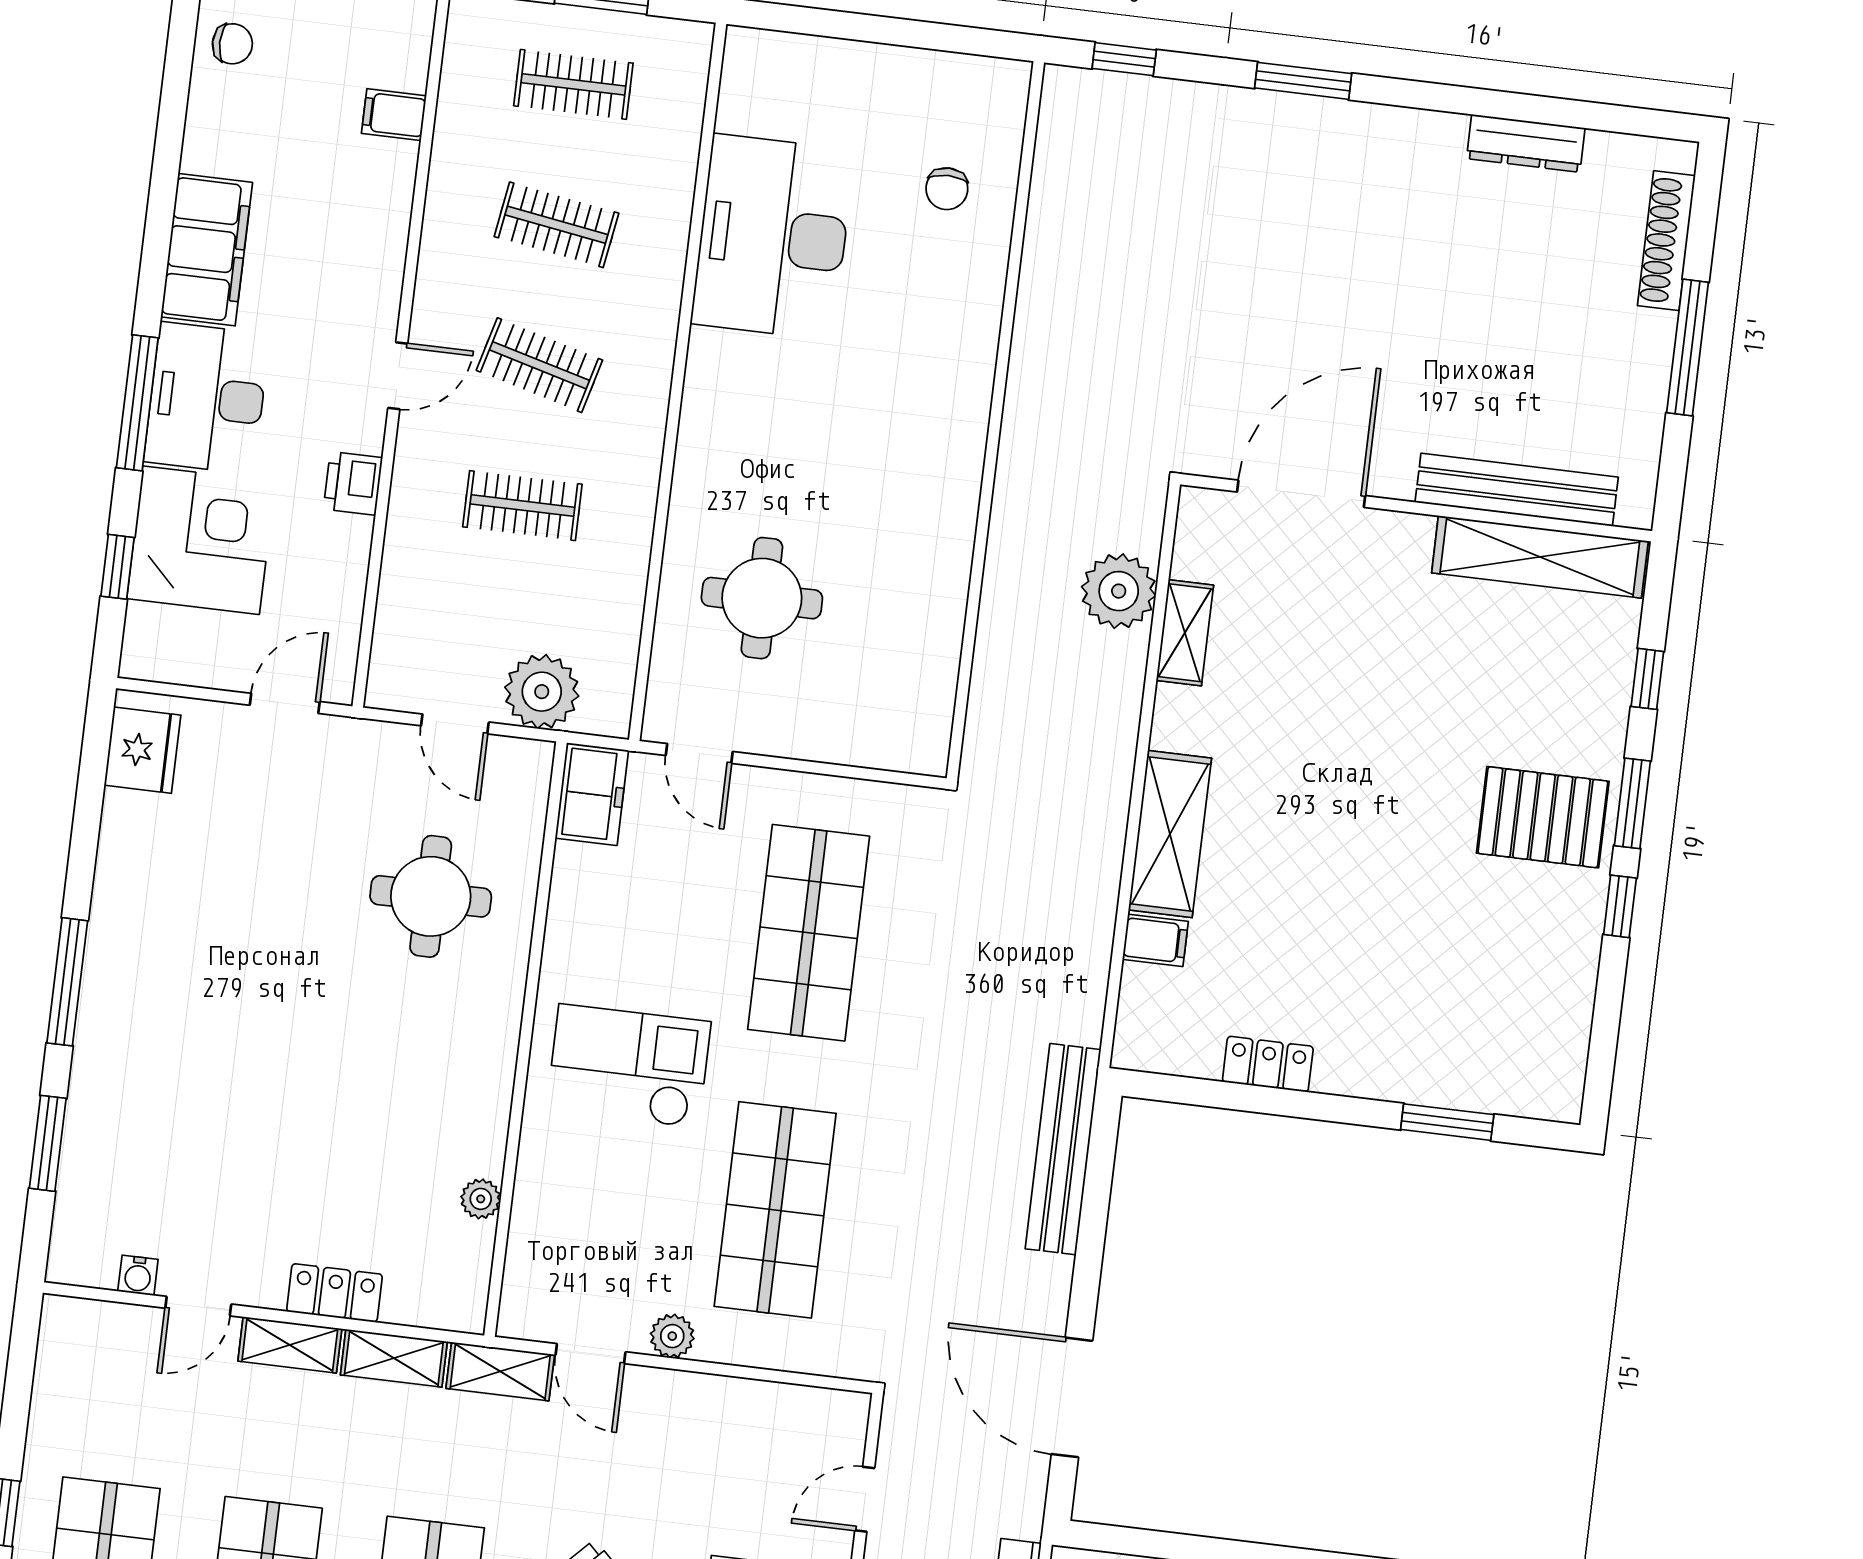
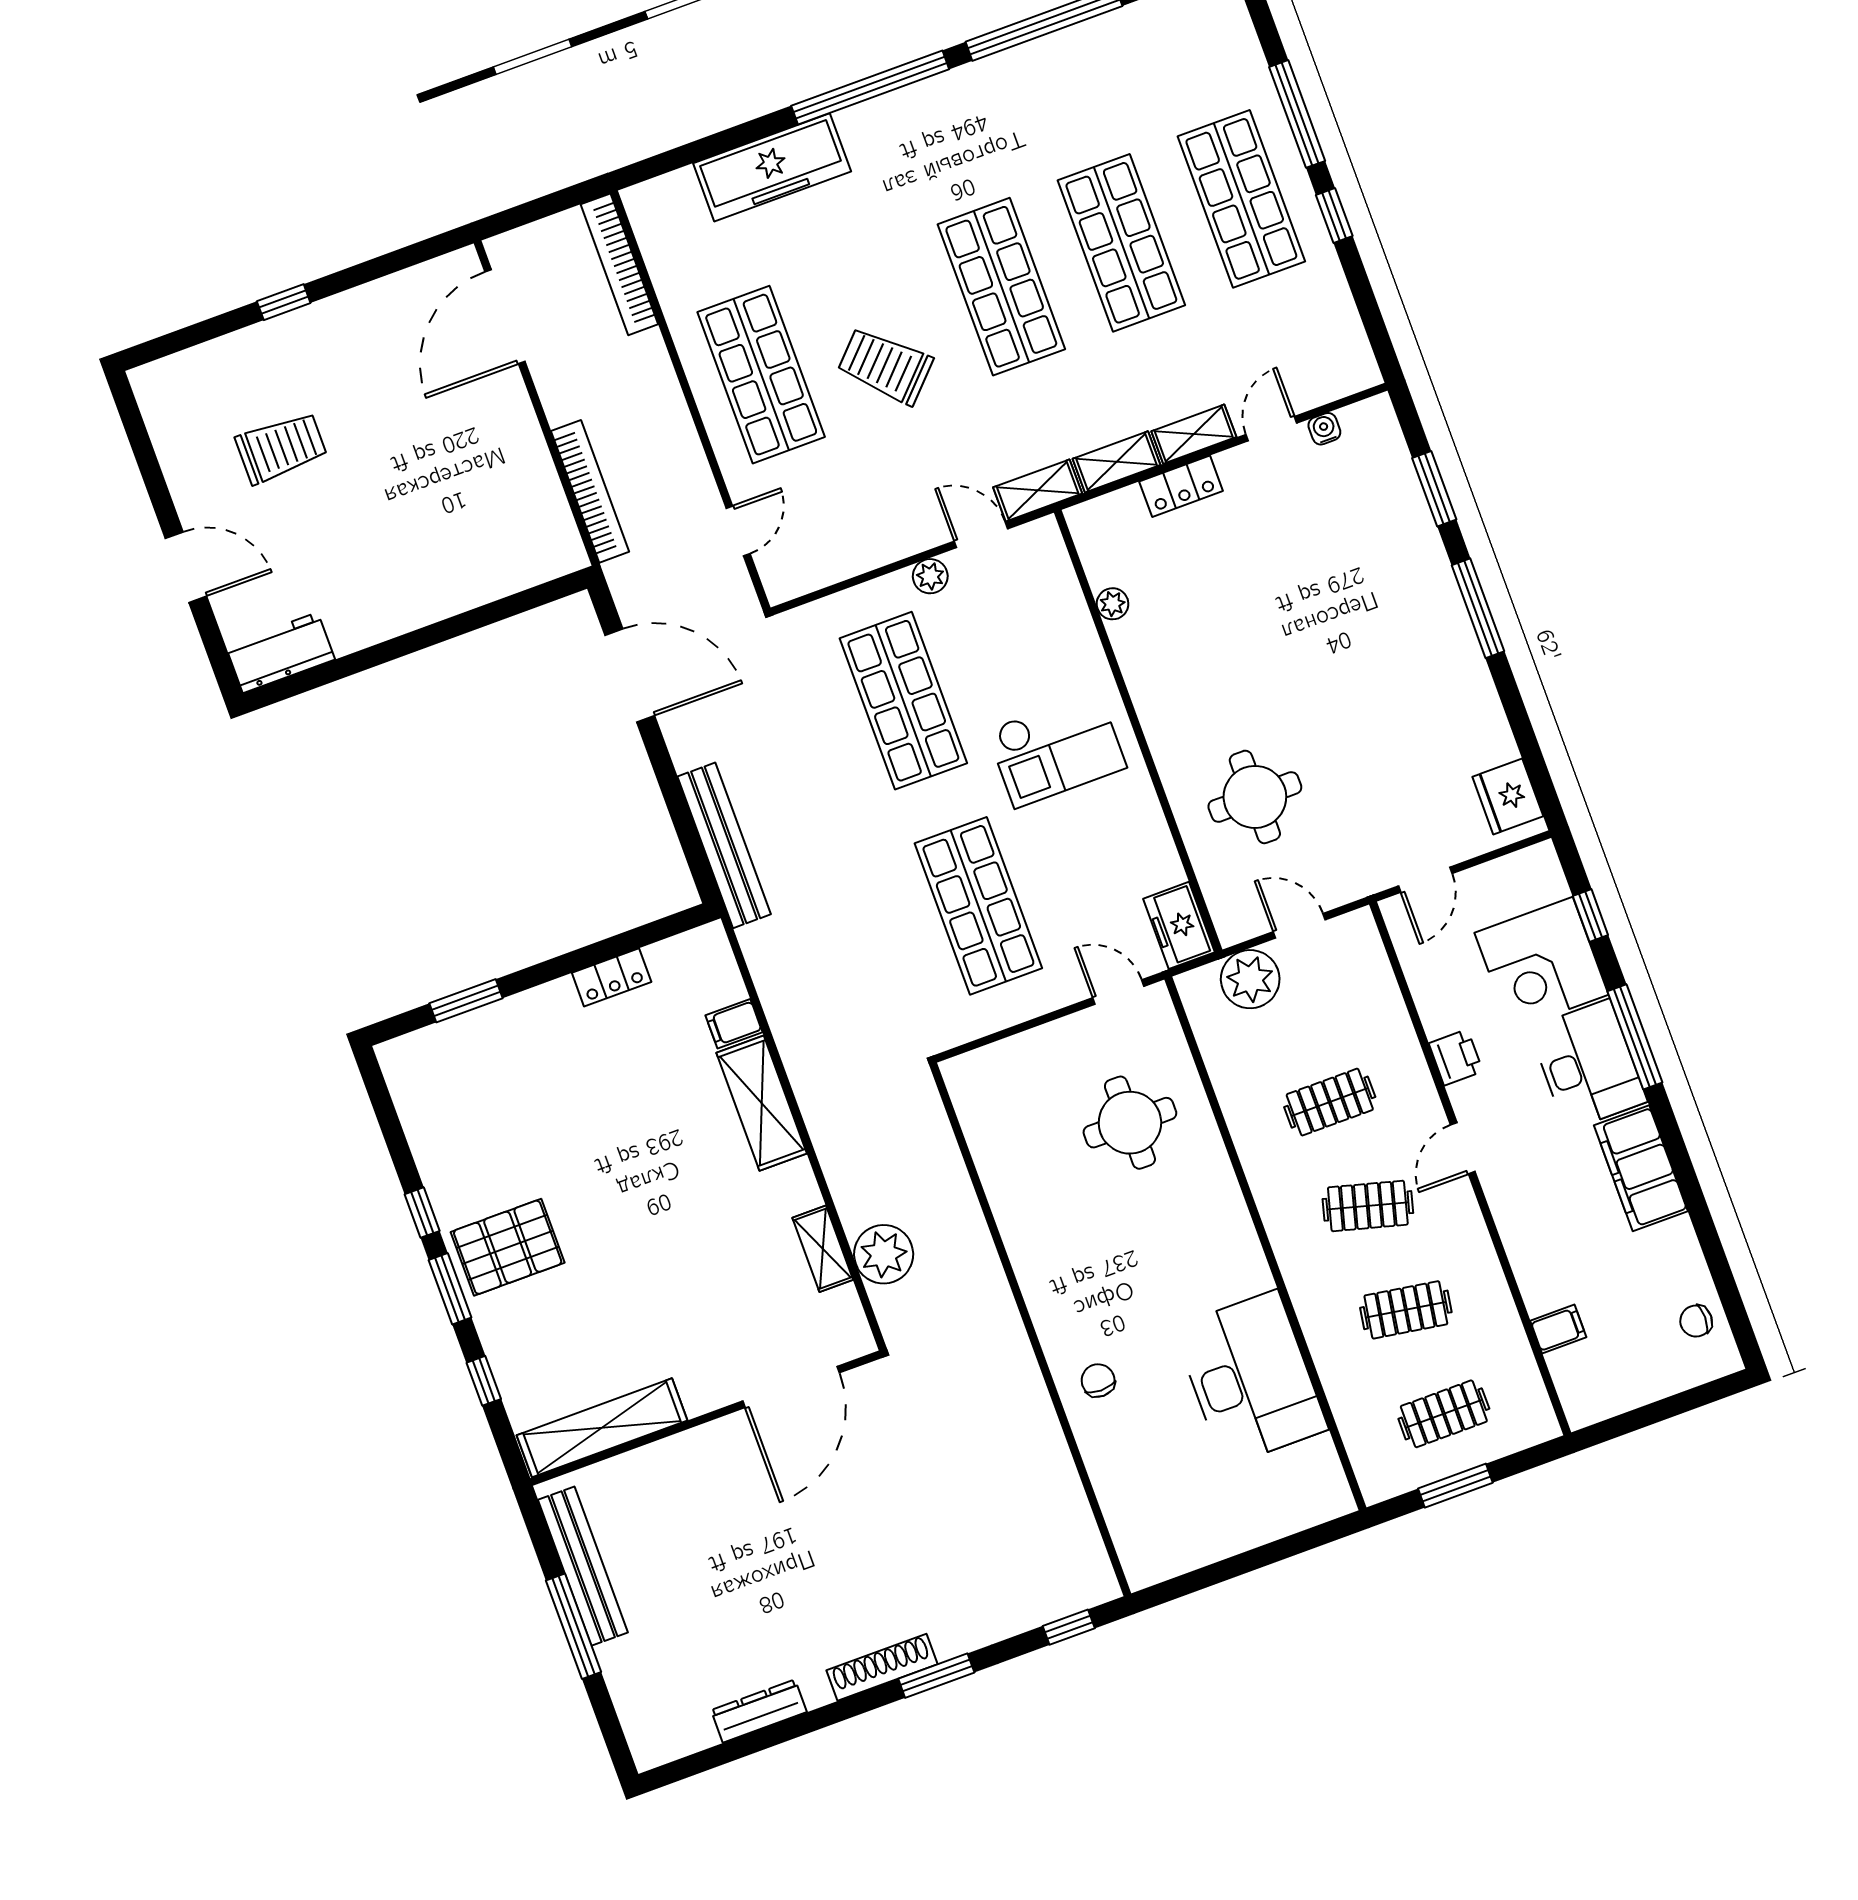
chair: (947, 189) -> (1098, 1380), moved
shoe rack: (1666, 241) -> (882, 1667), moved, turned -90
bench: (1517, 490) -> (583, 1566), moved, turned 90

